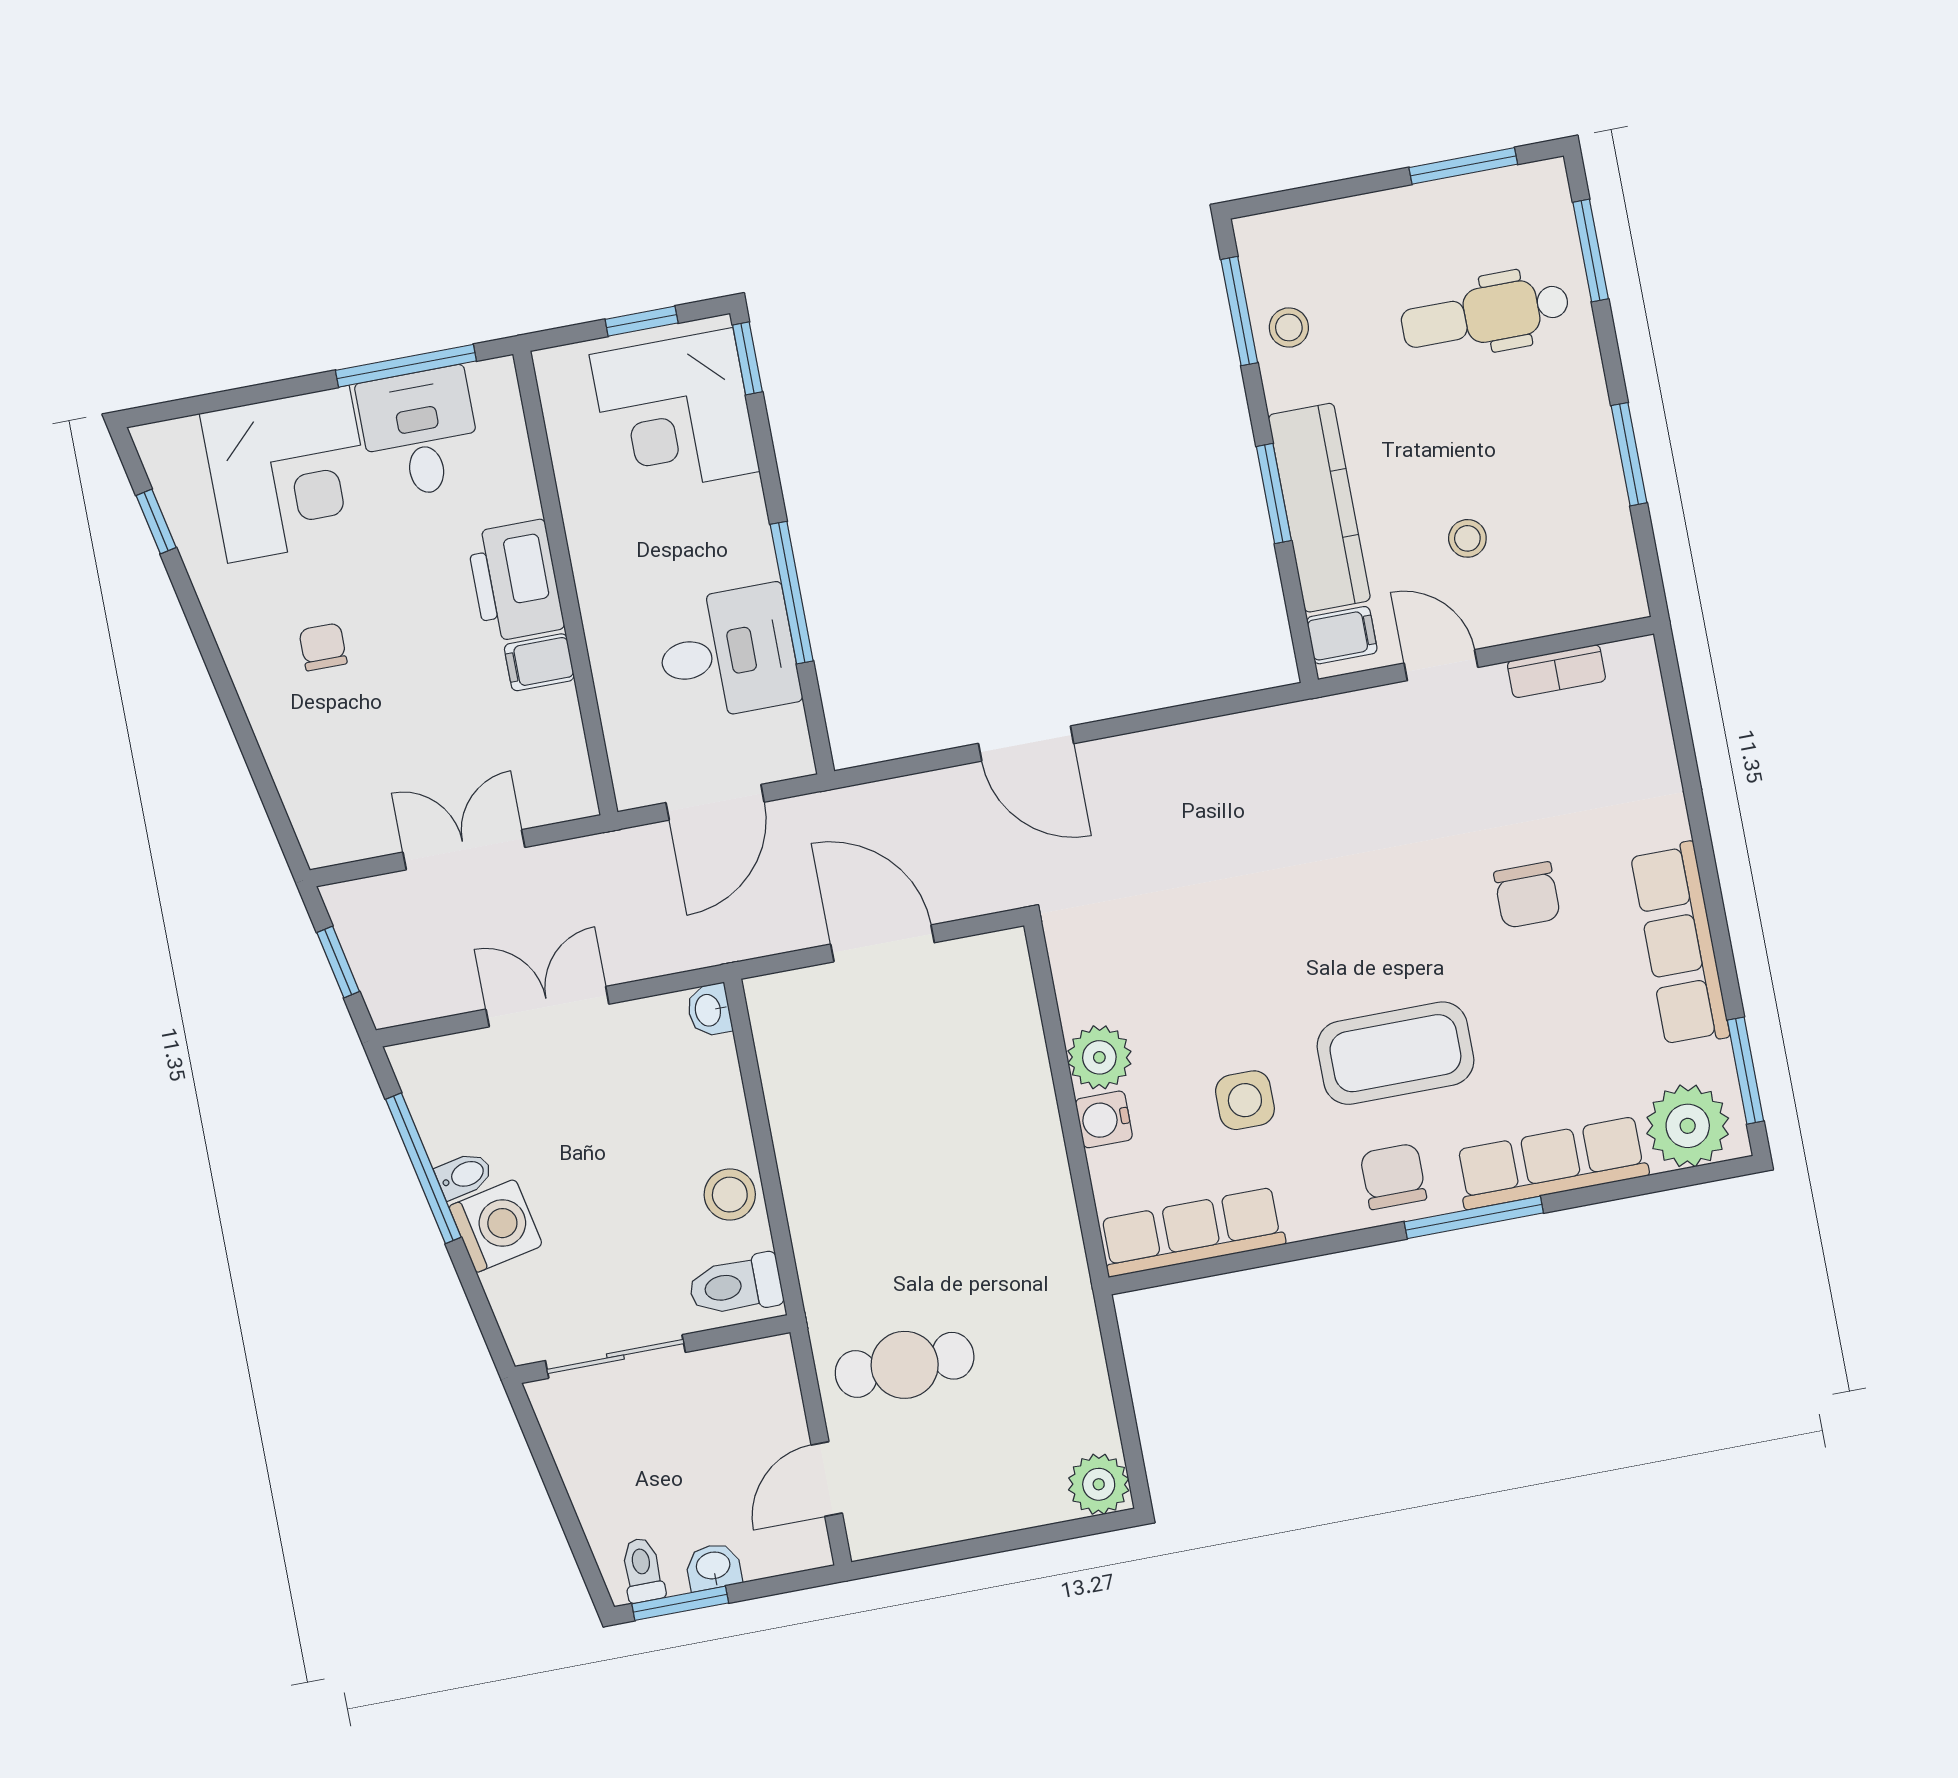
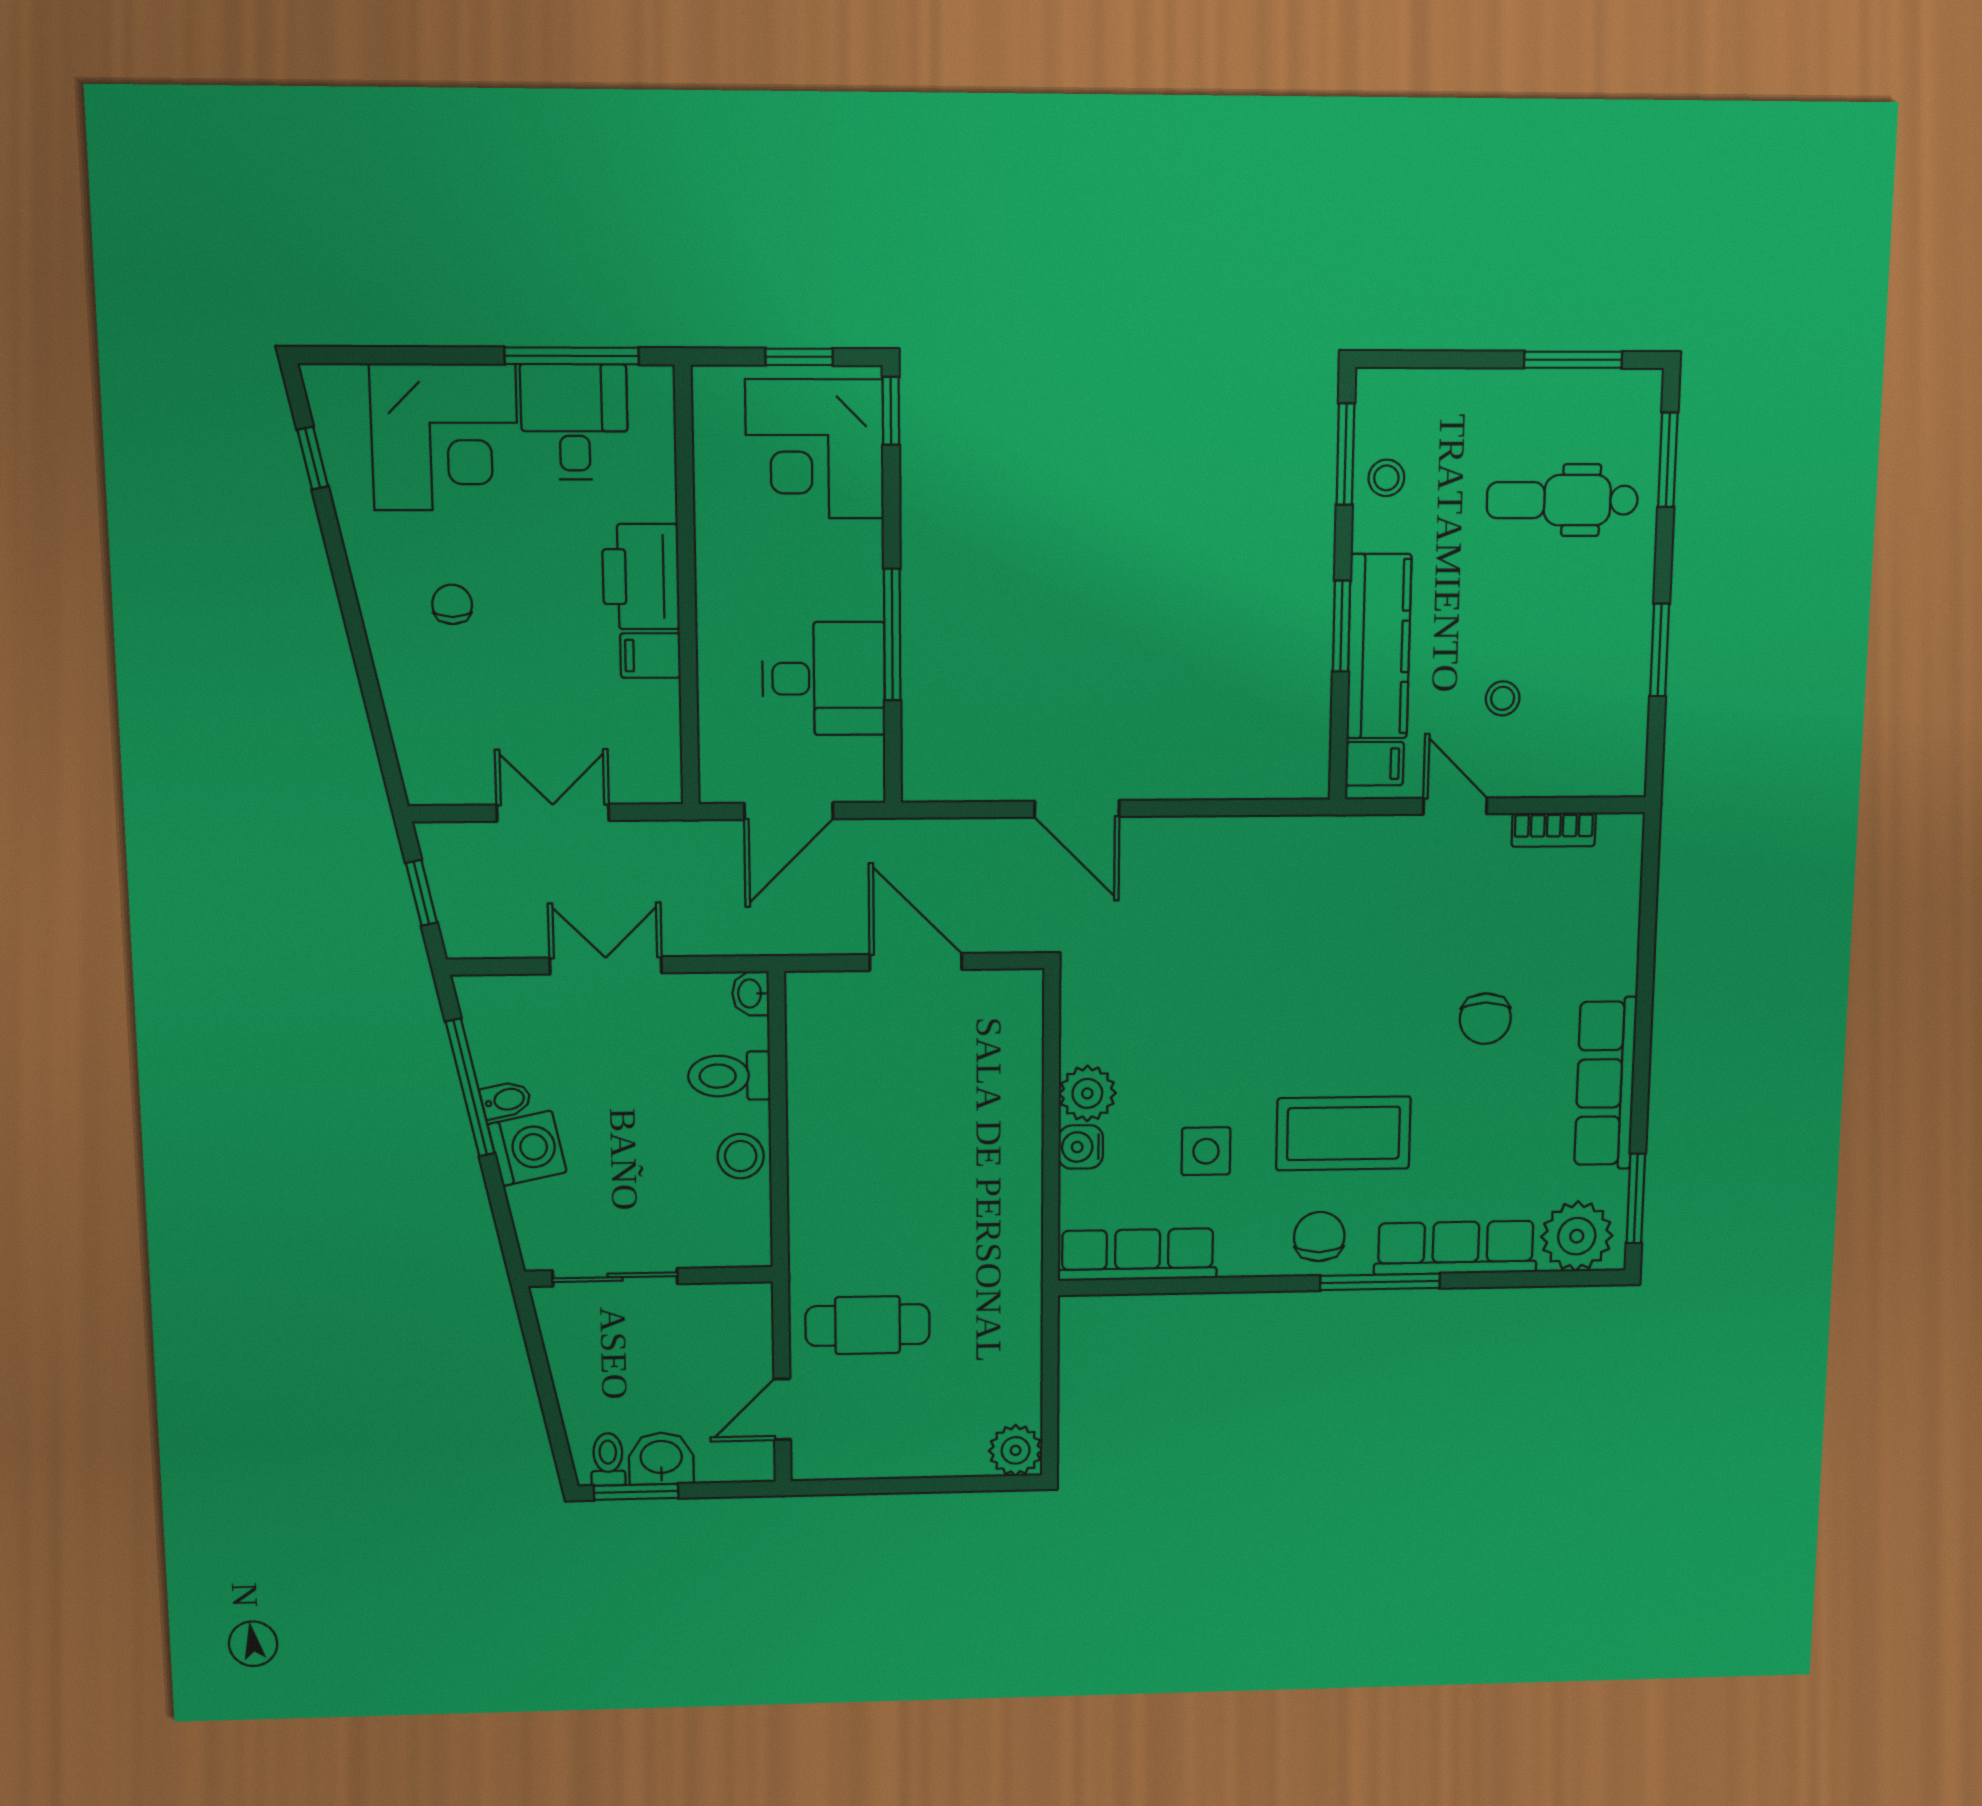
toilet: (736, 1285) -> (729, 1076), moved
washbasin: (713, 1567) -> (661, 1458), width x1.38, depth x1.45

